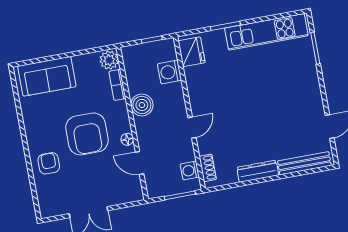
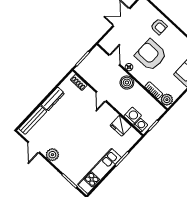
fridge: (192, 52) -> (121, 126), moved
plant: (312, 99) -> (52, 155), added
boiler: (142, 105) -> (127, 83), moved
door: (140, 163) -> (114, 60), hinge flipped
washing machine: (190, 171) -> (141, 125), moved

